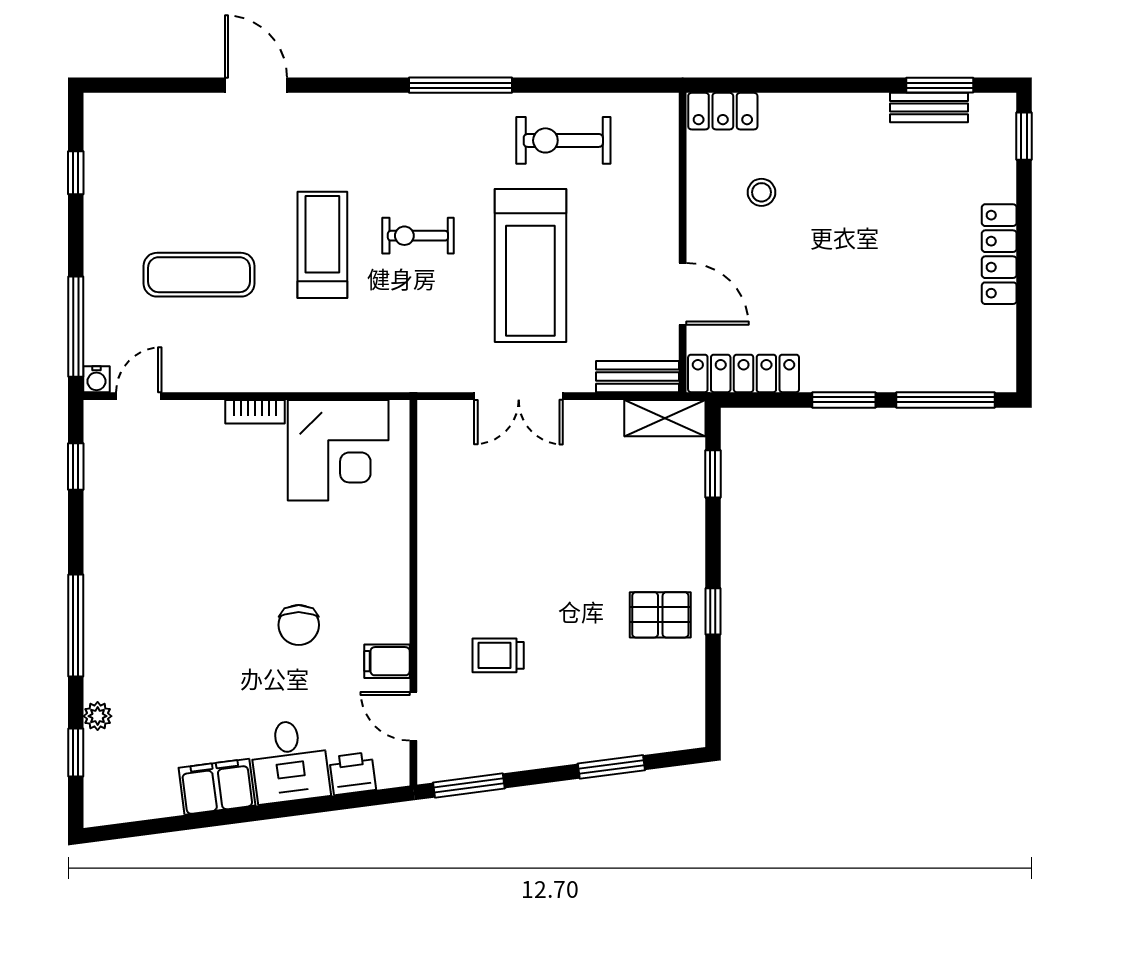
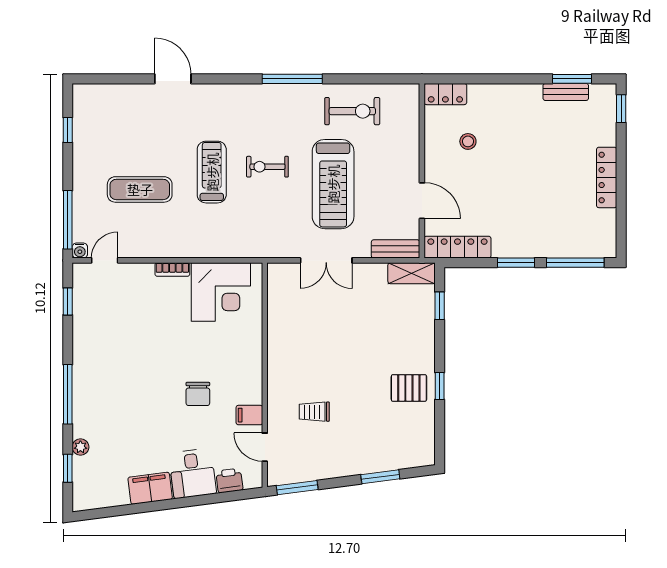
exercise bike: (563, 140) -> (352, 111), turned 180

